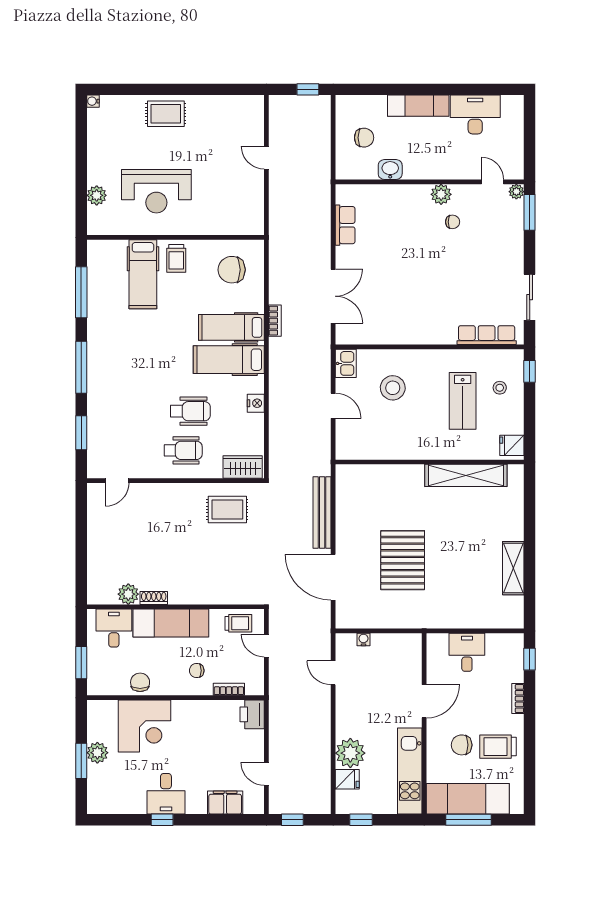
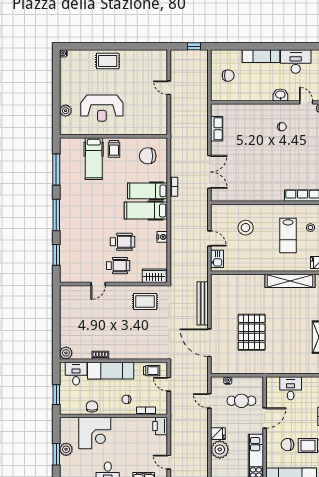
washbasin: (390, 170) -> (280, 95), moved
plant: (441, 194) -> (275, 110), removed
kitchen sink: (346, 363) -> (217, 259), moved
door: (117, 481) -> (98, 284), moved
plant: (128, 594) -> (66, 353), moved
cafe table: (386, 673) -> (241, 401), added
fridge: (347, 779) -> (218, 434), moved

